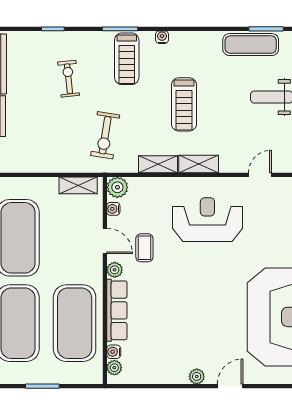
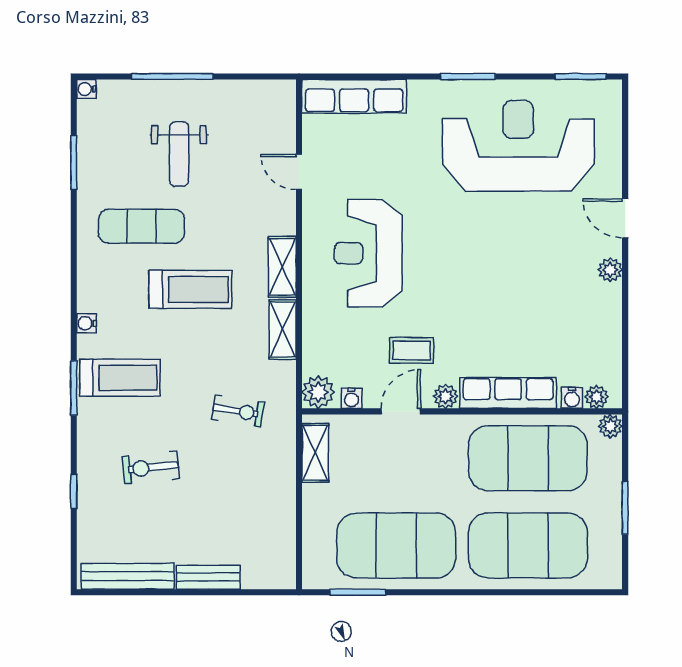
exercise mat: (251, 45) -> (141, 226), moved, turned 90
exercise bike: (105, 135) -> (238, 411), width x0.73, depth x0.72
plant: (95, 377) -> (610, 426), added

